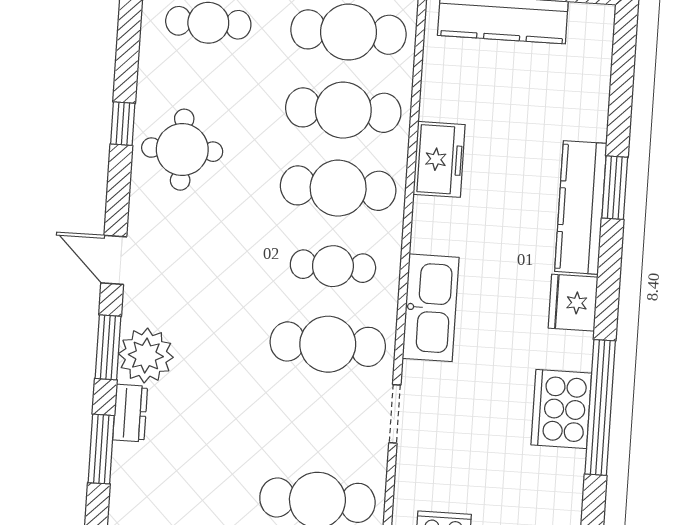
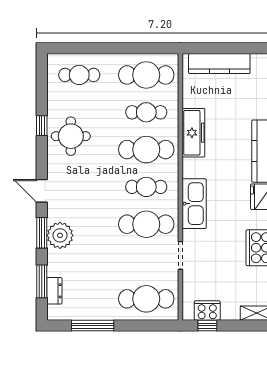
cafe table: (343, 110) -> (146, 112), width x0.73, depth x0.74
freezer: (439, 159) -> (193, 133), width x1.40
dresser: (130, 413) -> (54, 291), moved

